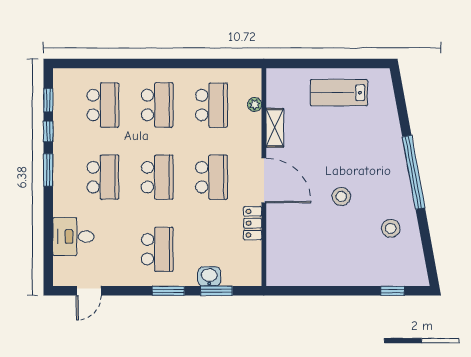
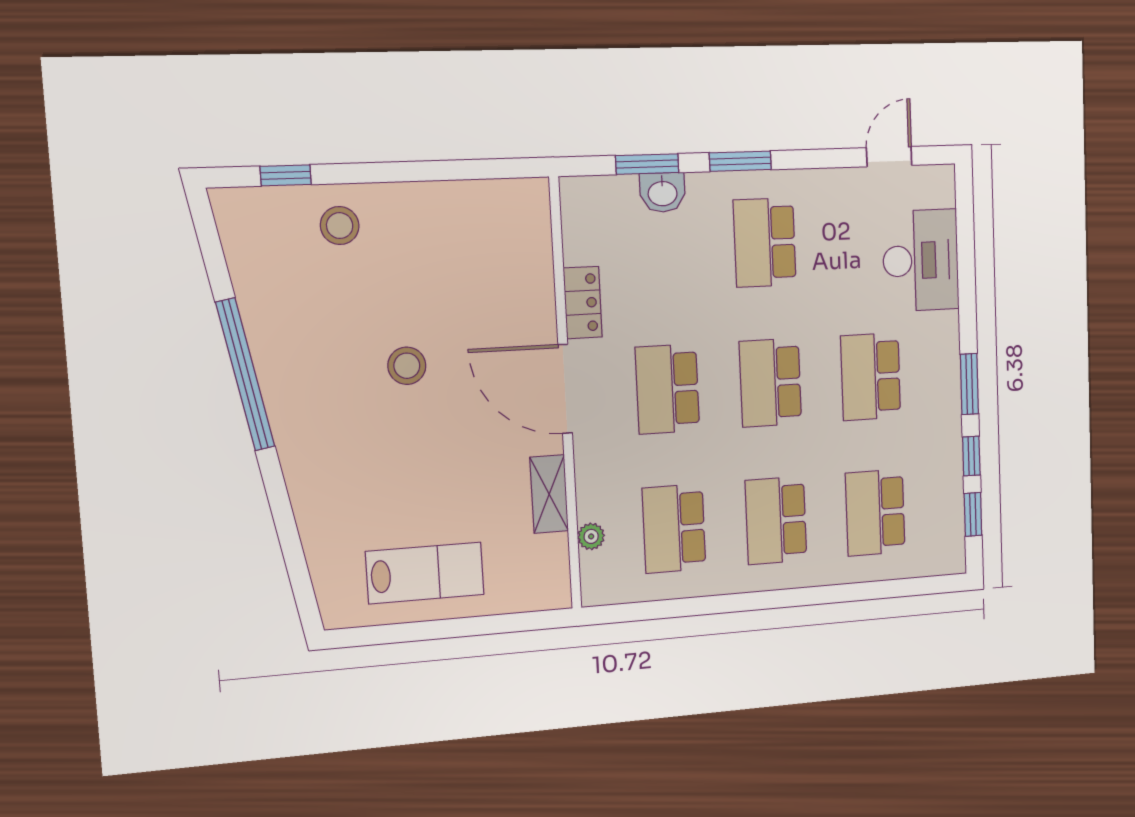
window: (414, 172) -> (245, 375), moved
stool: (391, 228) -> (340, 226), moved
desk: (73, 237) -> (921, 260), width x1.37

